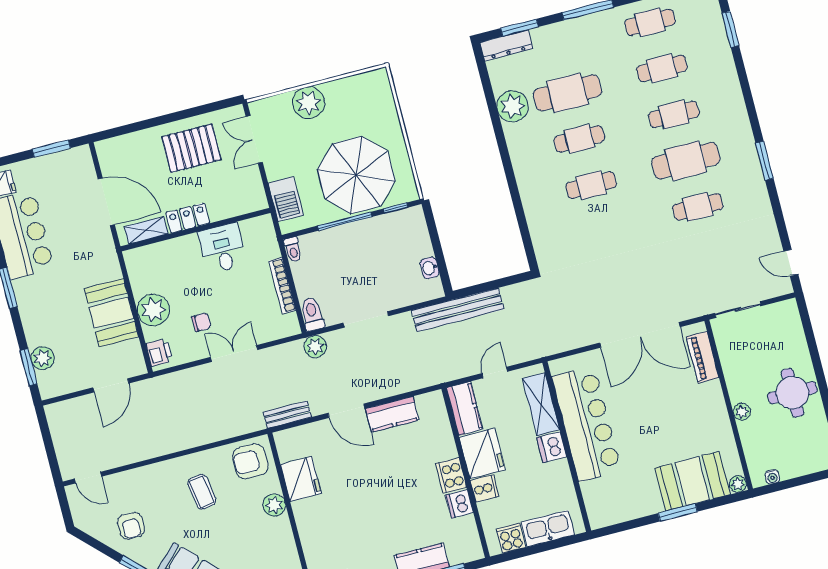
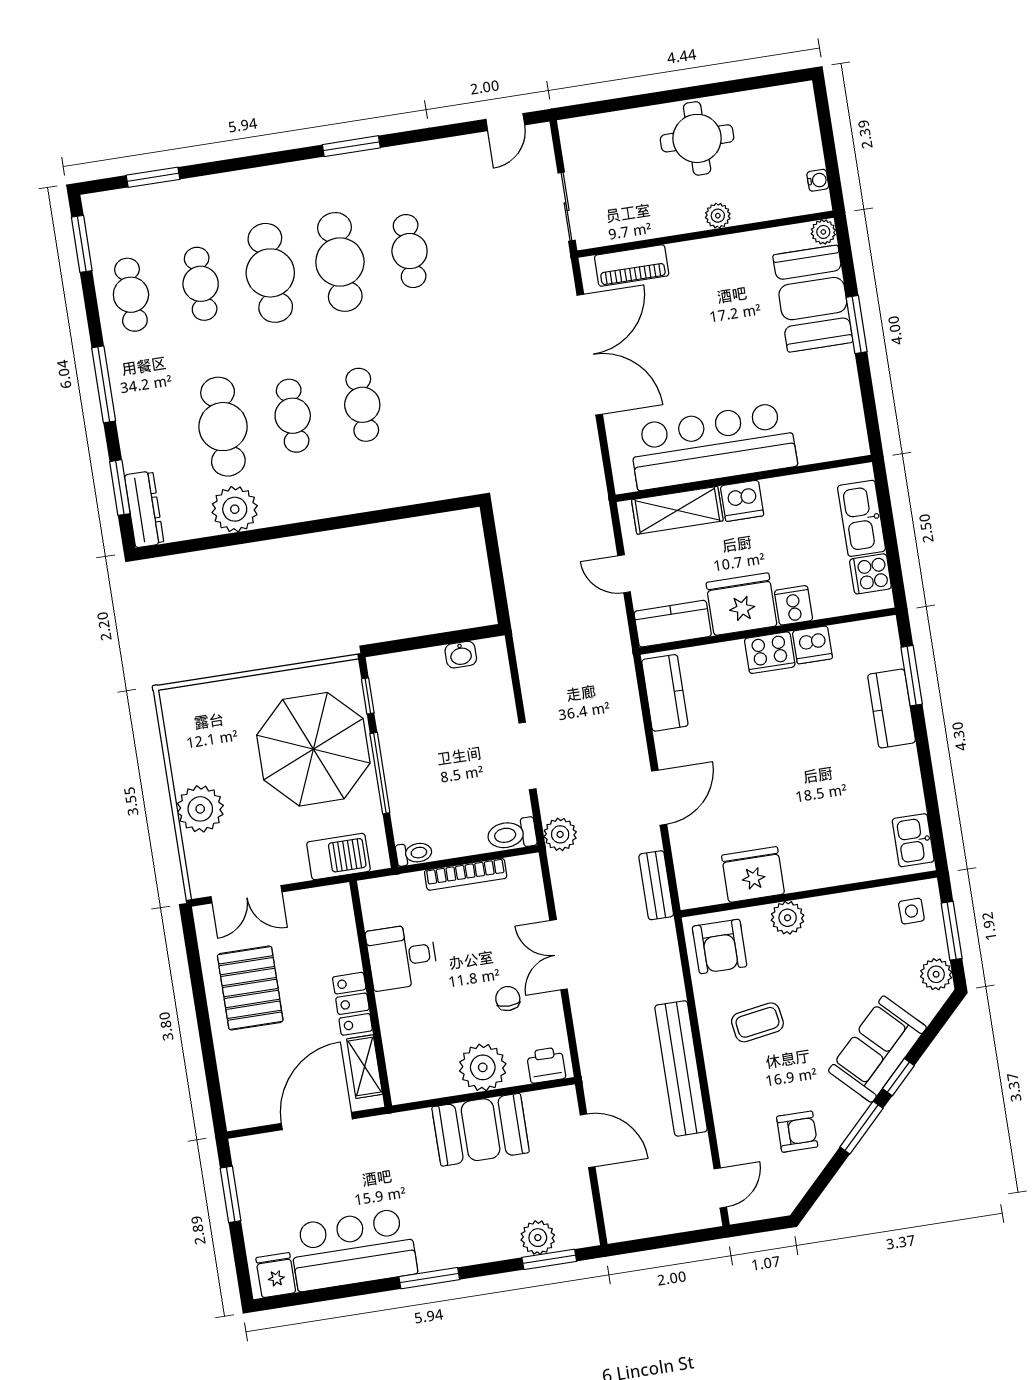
cafe table: (674, 115) -> (270, 273), width x1.37, depth x1.35
bench: (458, 310) -> (681, 1068), moved
kitchen counter: (392, 414) -> (665, 693), moved

